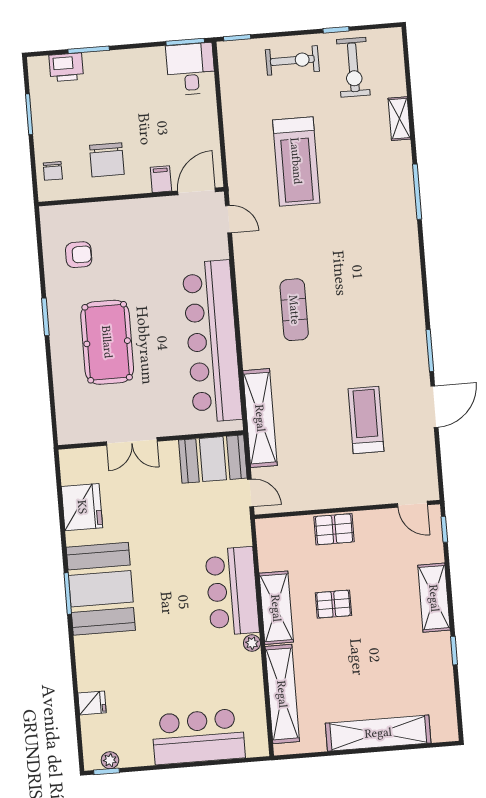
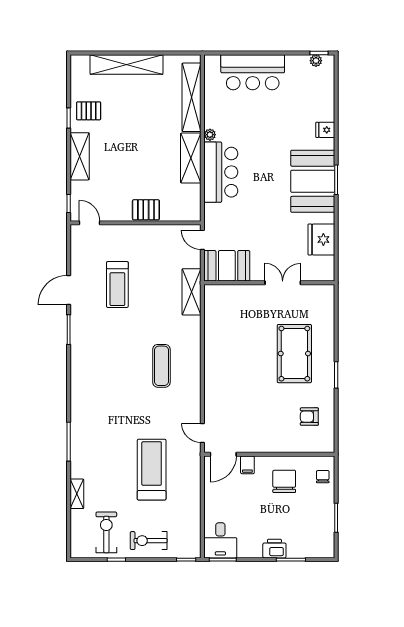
printer: (66, 67) -> (274, 549), moved
bar counter: (212, 341) -> (221, 348), removed
shelving: (260, 418) -> (191, 292), width x0.68
pallet: (333, 604) -> (89, 111), moved
fridge: (92, 703) -> (325, 130), moved

